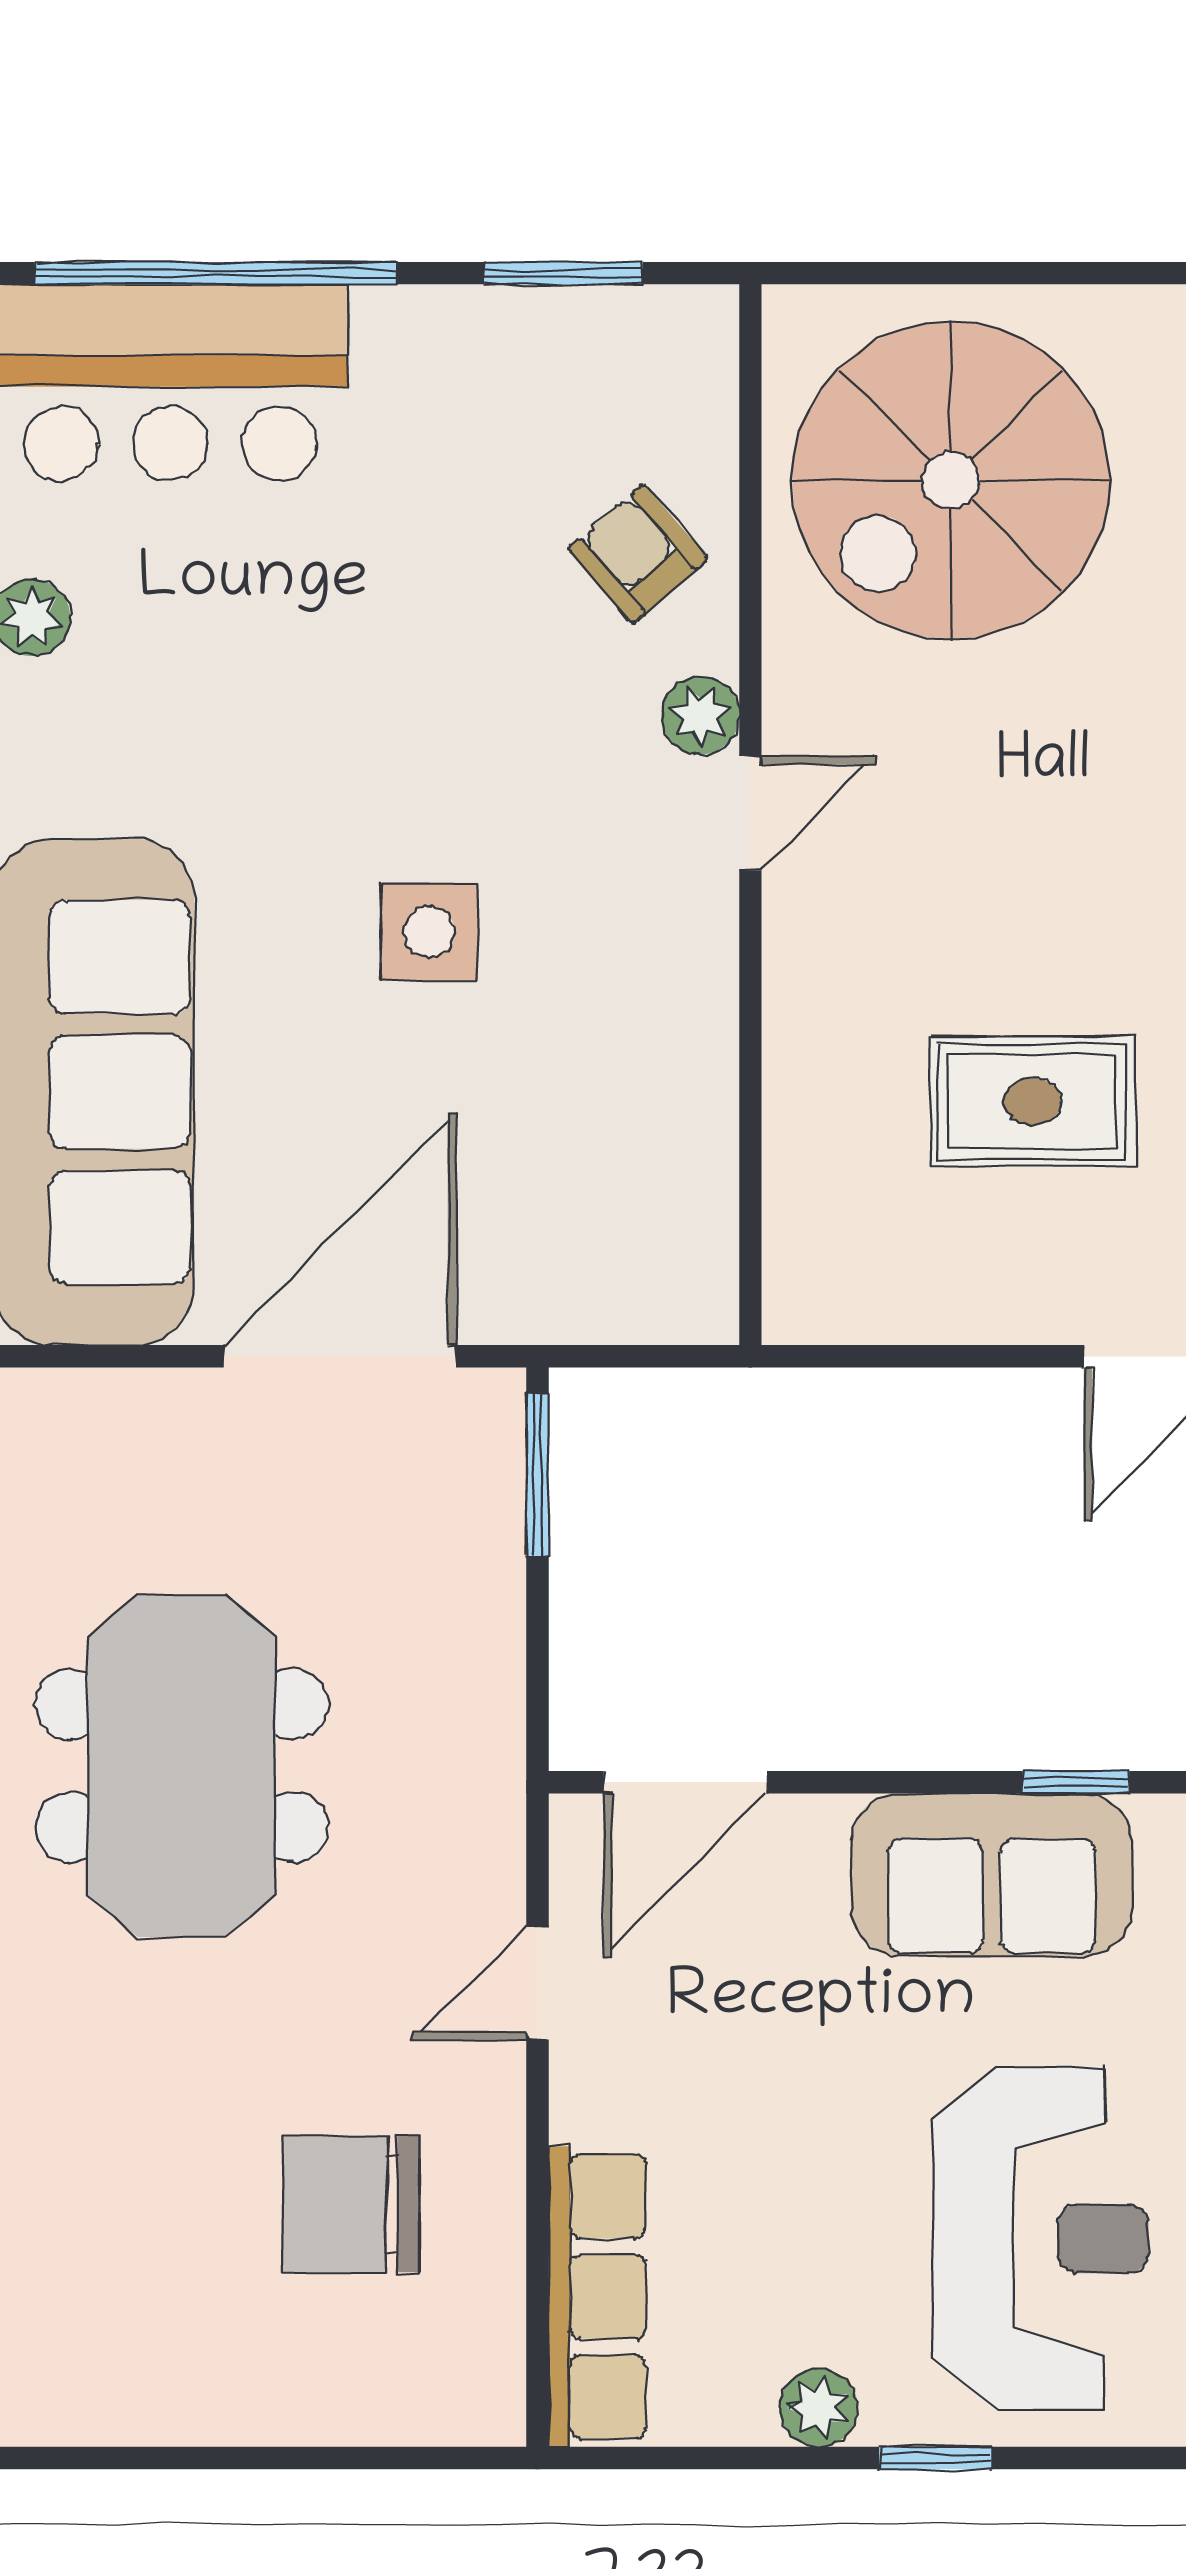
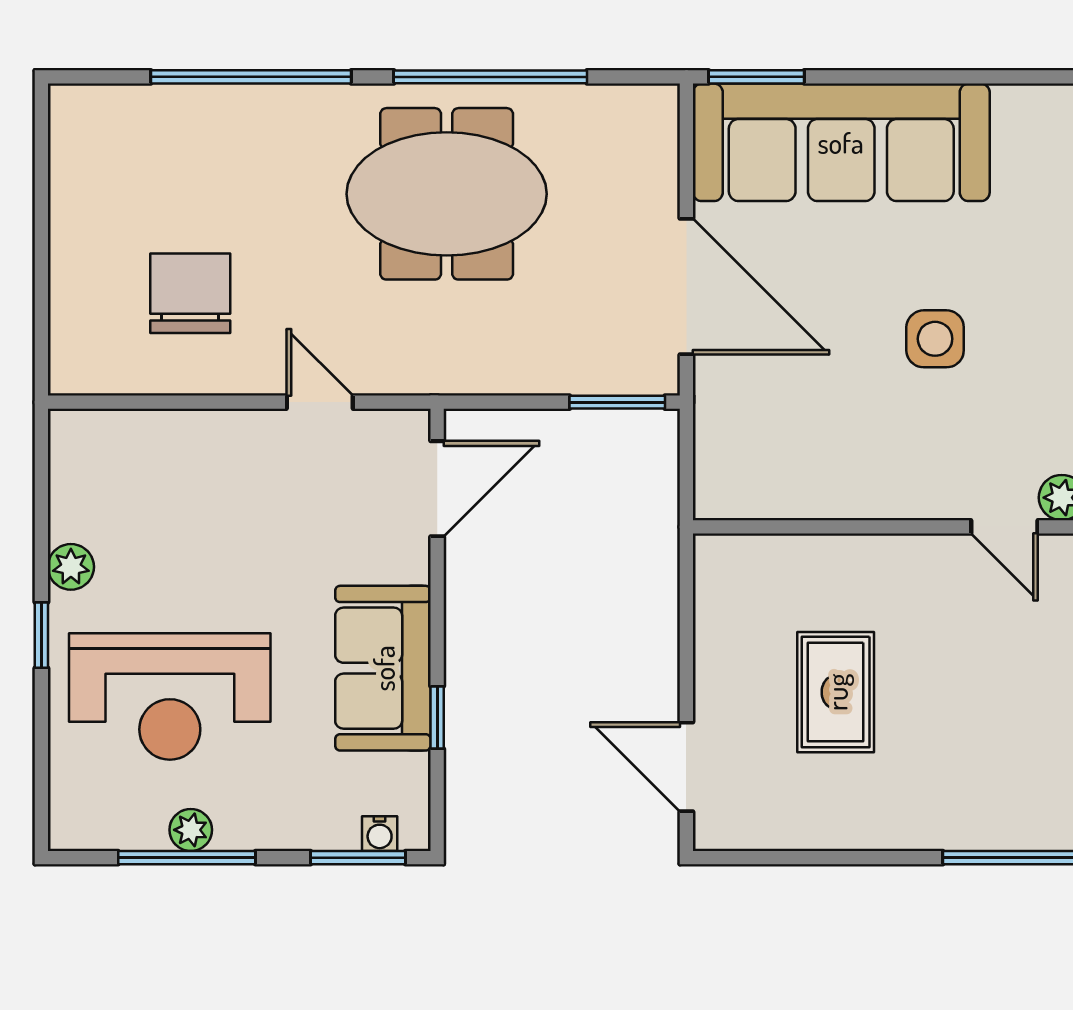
door: (685, 1782) -> (437, 489), swing flipped
row of seats: (597, 2297) -> (136, 437), removed

